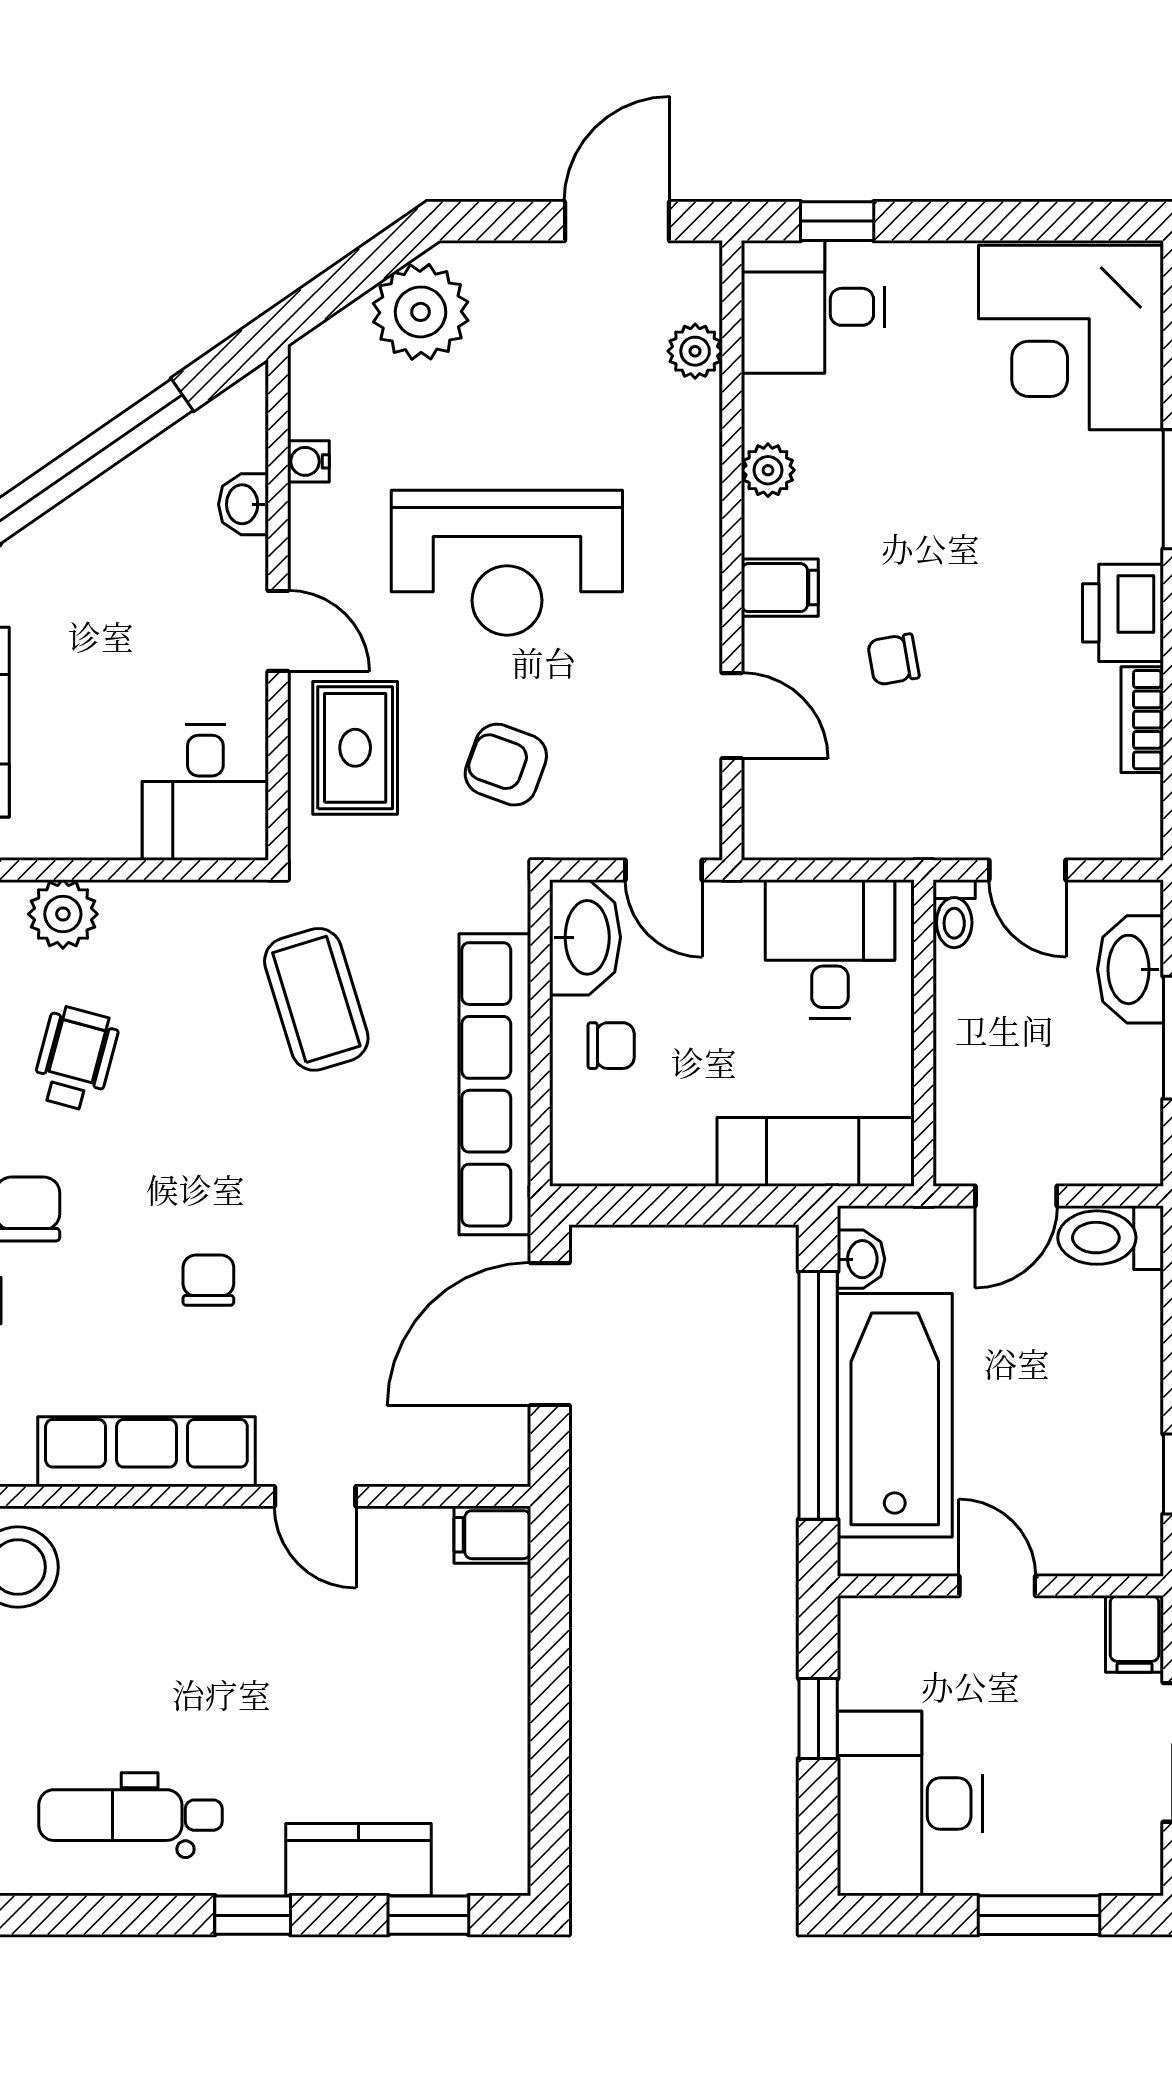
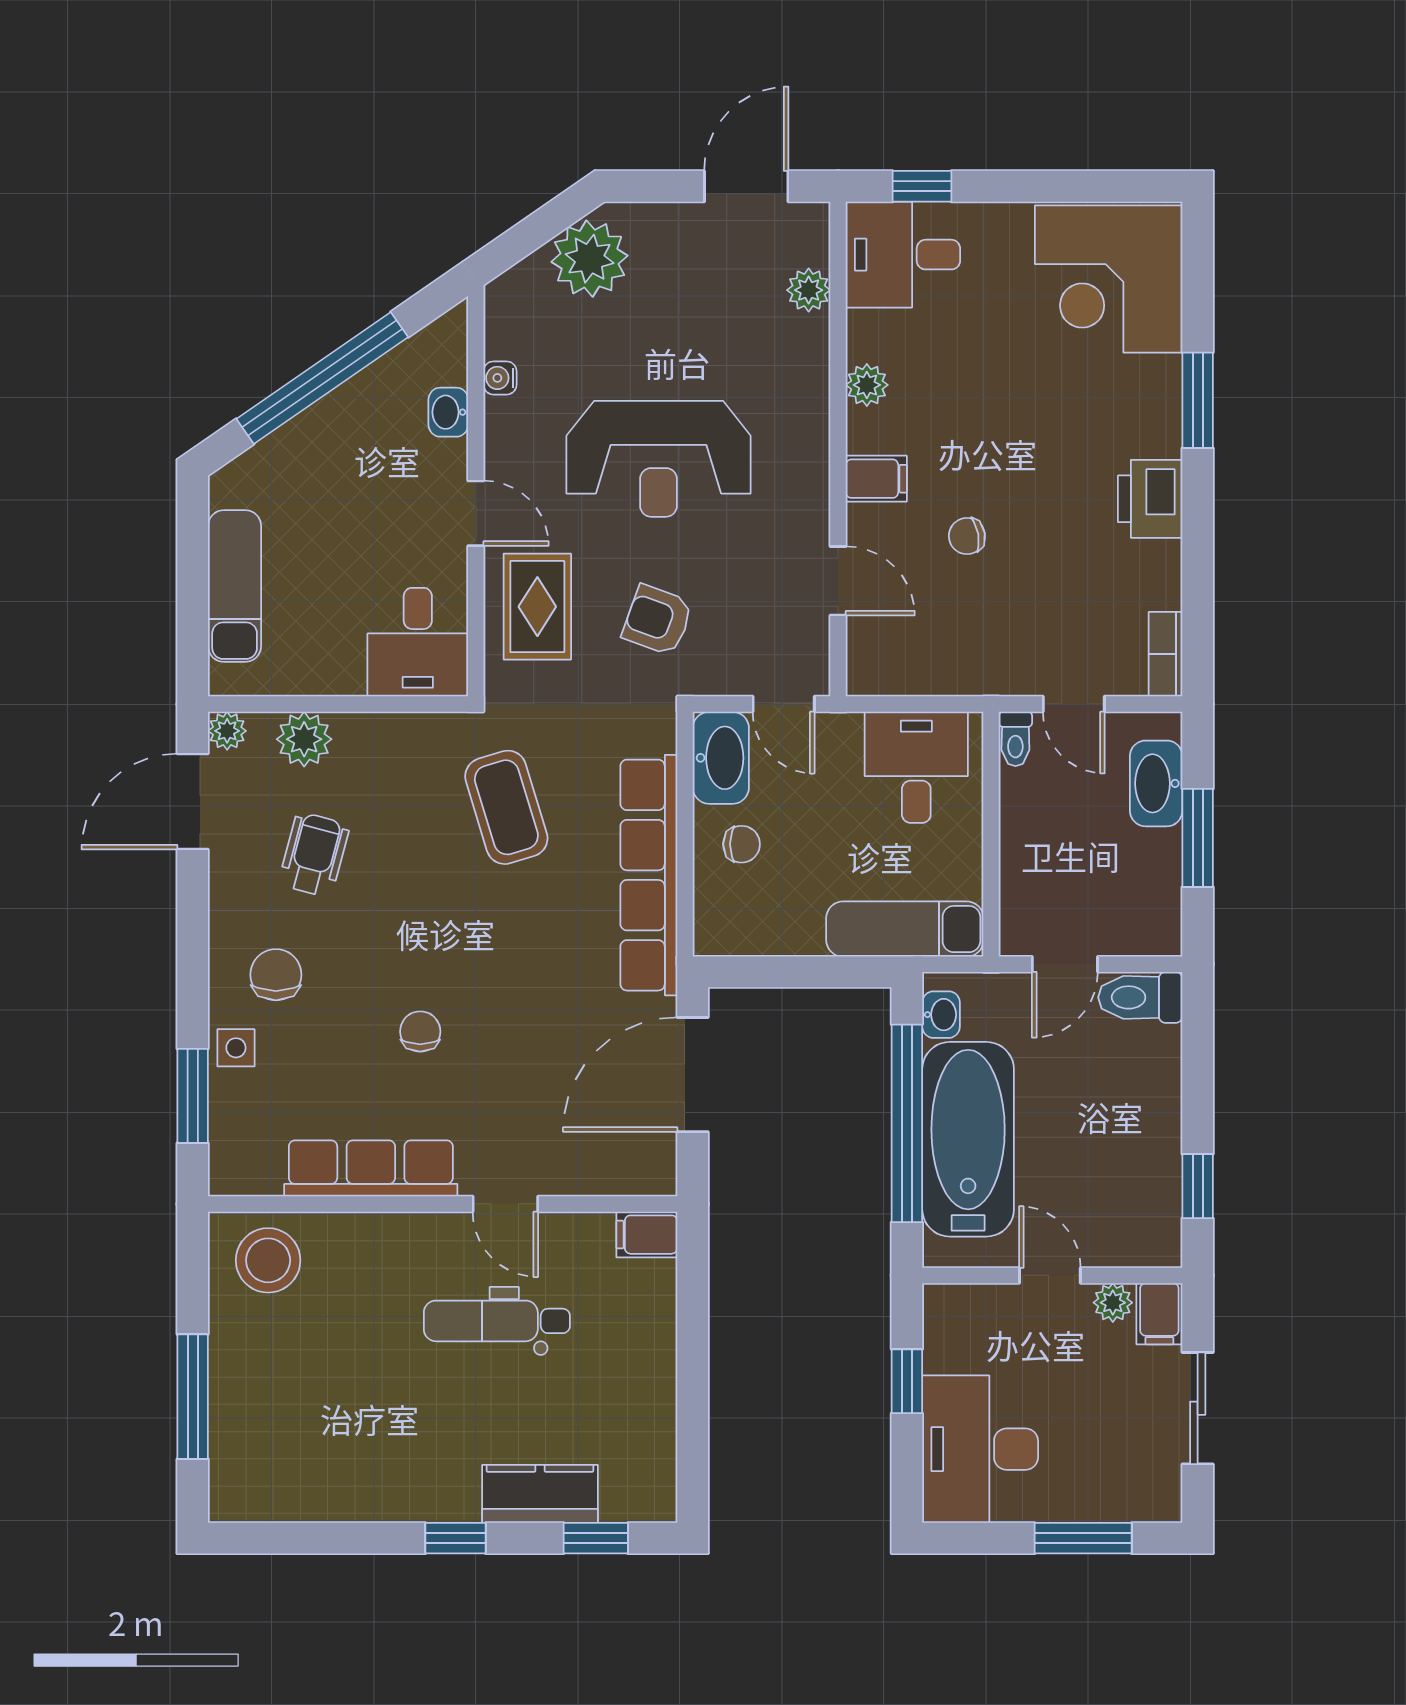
bookcase: (1142, 720) -> (1165, 654), moved
plant: (1076, 1620) -> (1113, 1303), added
dental chair: (130, 1815) -> (497, 1321), moved

